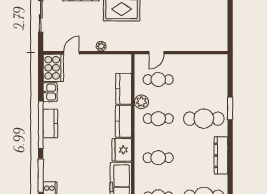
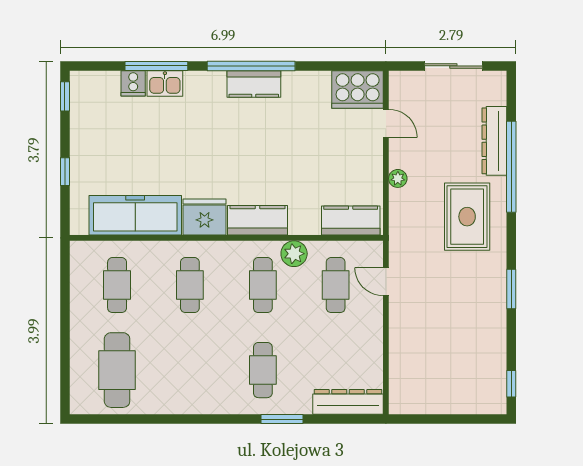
kitchen counter: (124, 89) -> (351, 220), moved
kitchen sink: (50, 92) -> (165, 84), moved
cafe table: (204, 119) -> (263, 370), width x0.73, depth x0.74
dresser: (221, 155) -> (348, 402), moved

